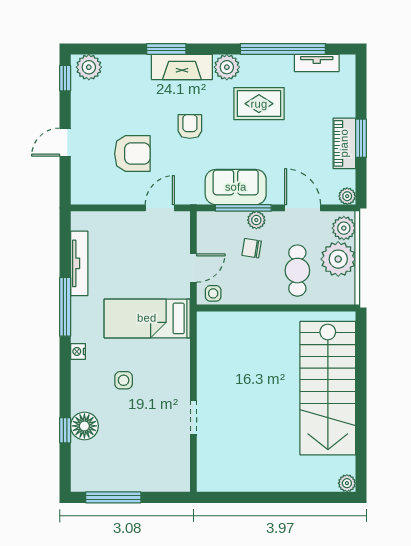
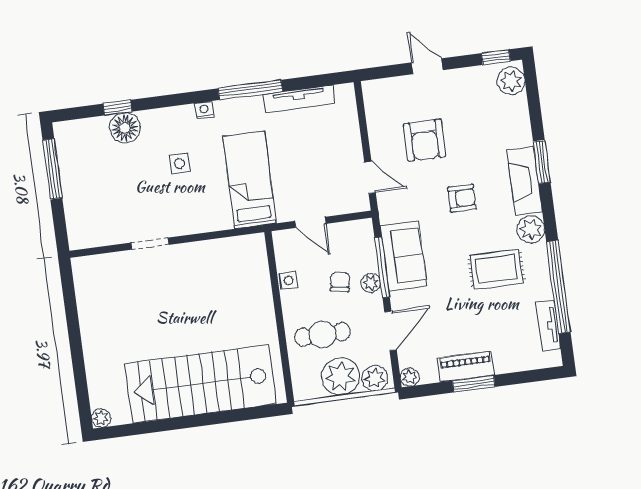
rug: (259, 104) -> (496, 269), turned 90
side table: (213, 293) -> (289, 280), moved

